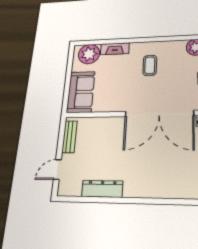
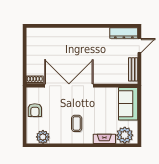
dresser: (102, 189) -> (124, 33), moved

